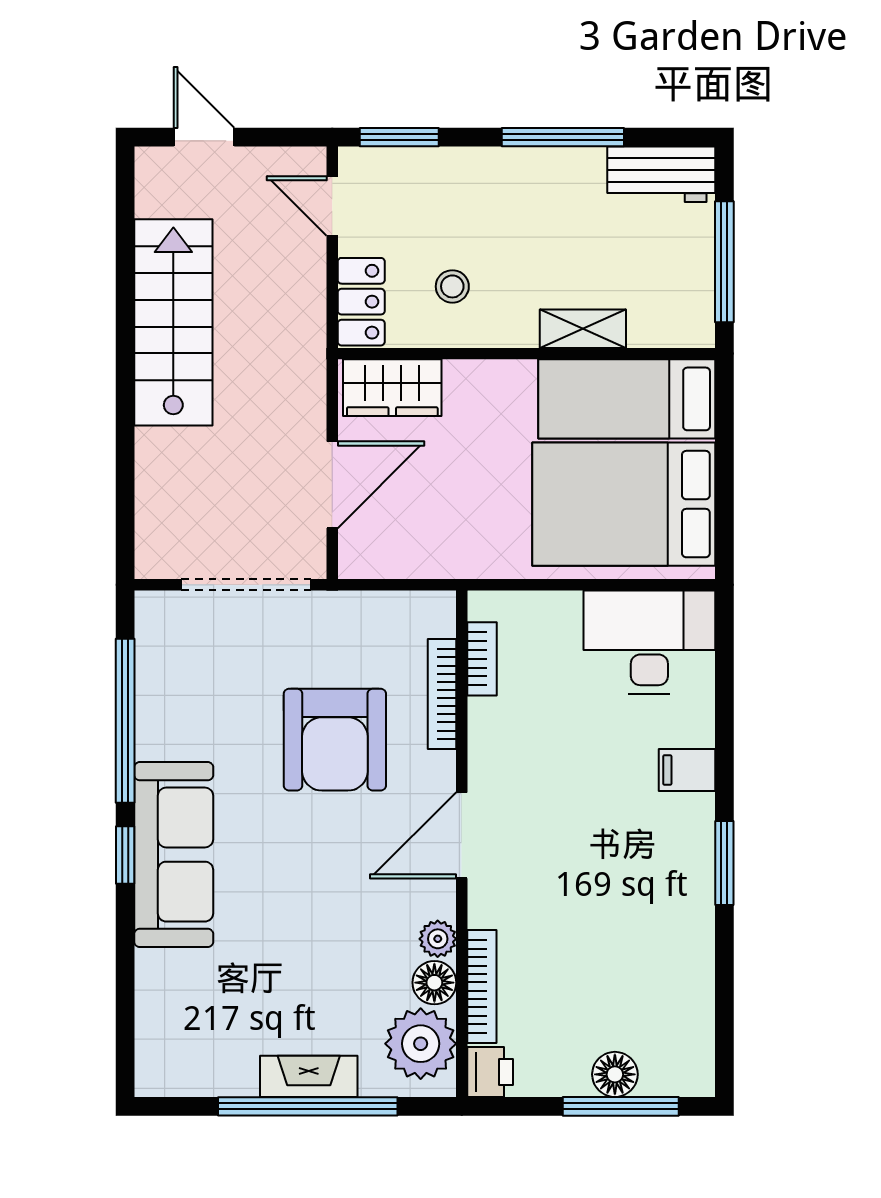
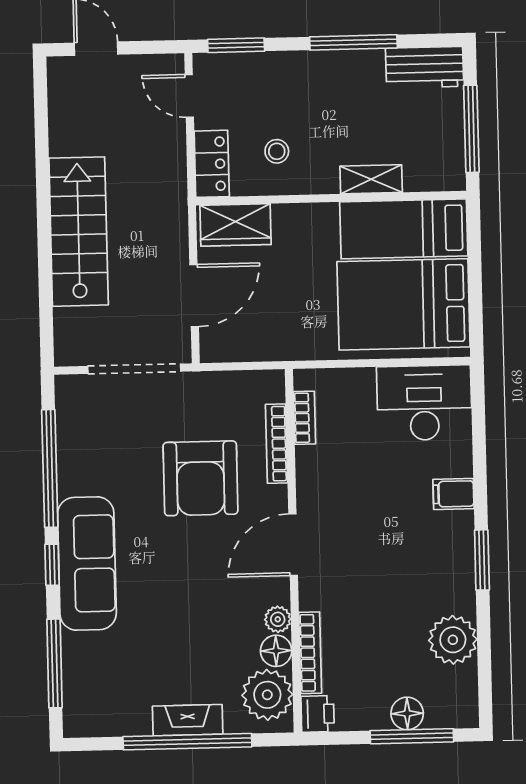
stairs: (173, 322) -> (79, 232), moved
plant: (681, 973) -> (453, 640), added
window: (125, 993) -> (55, 663), added

